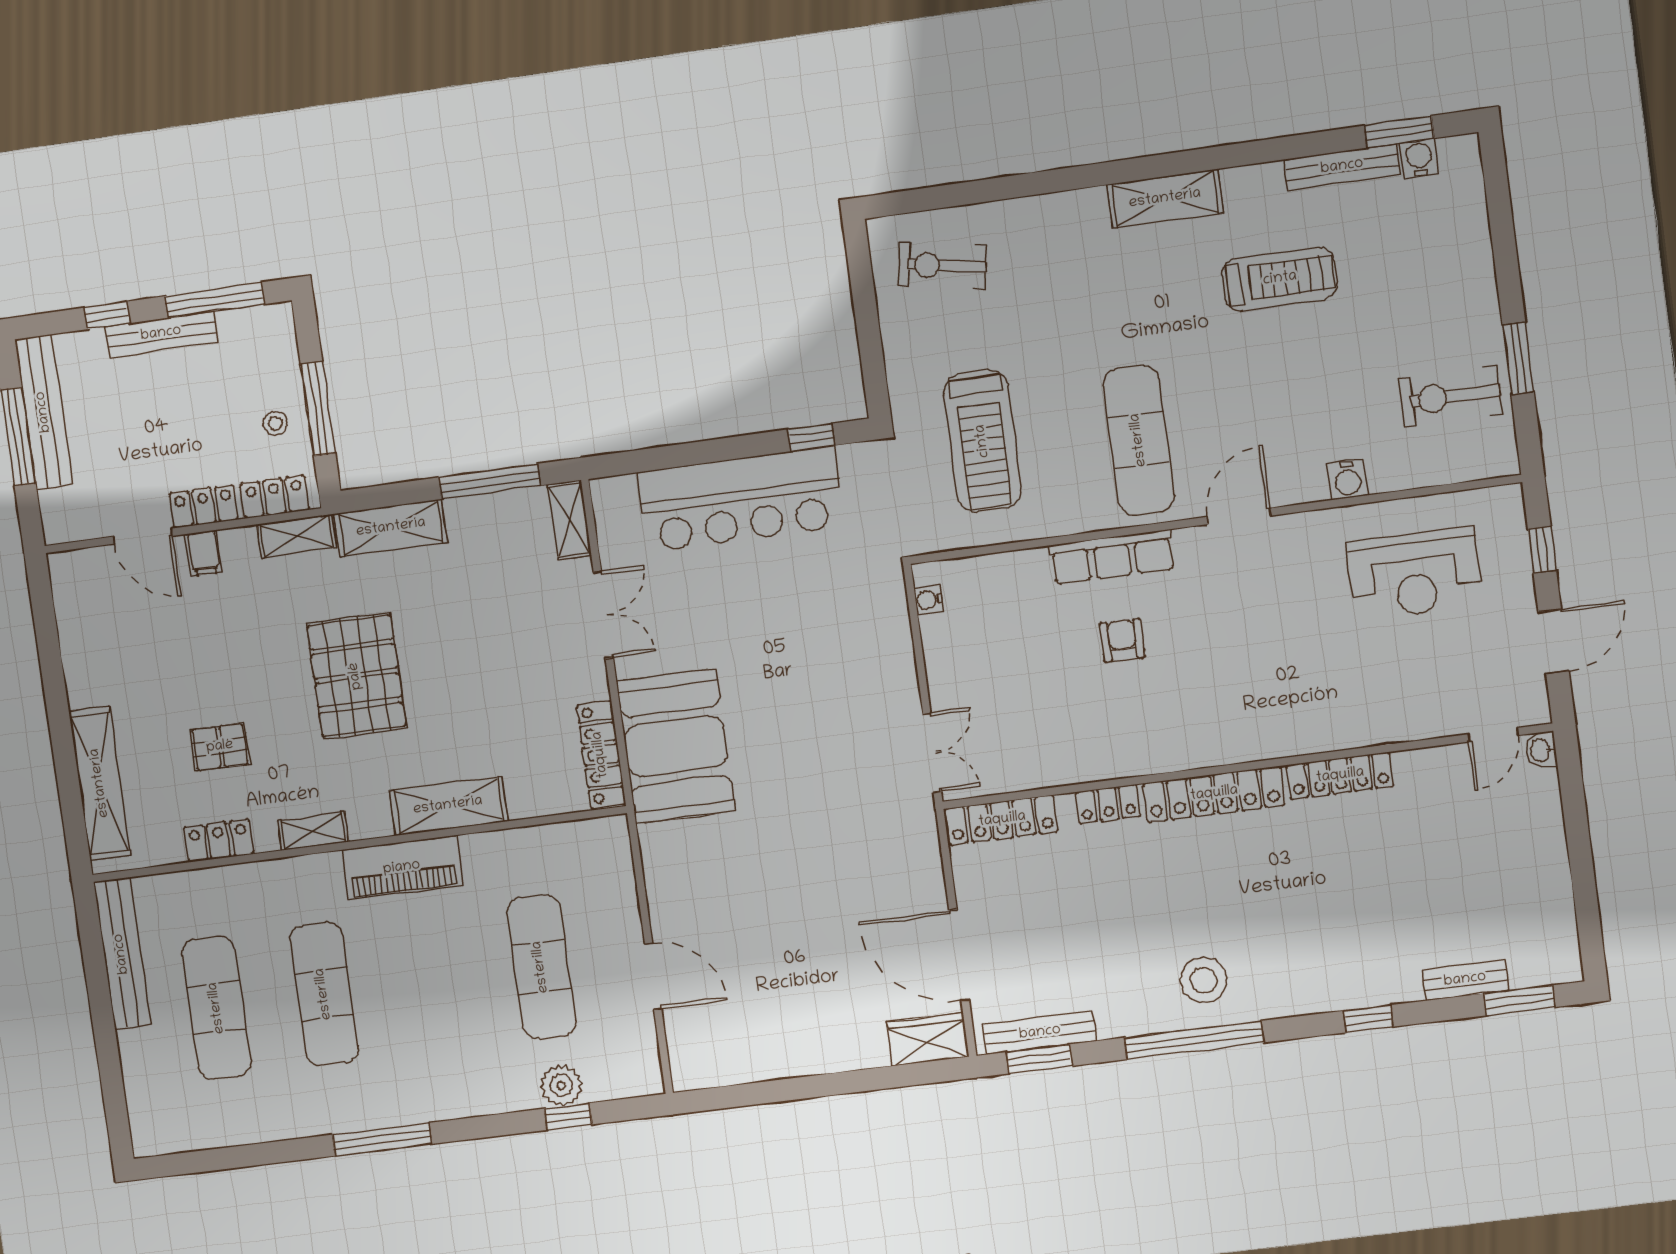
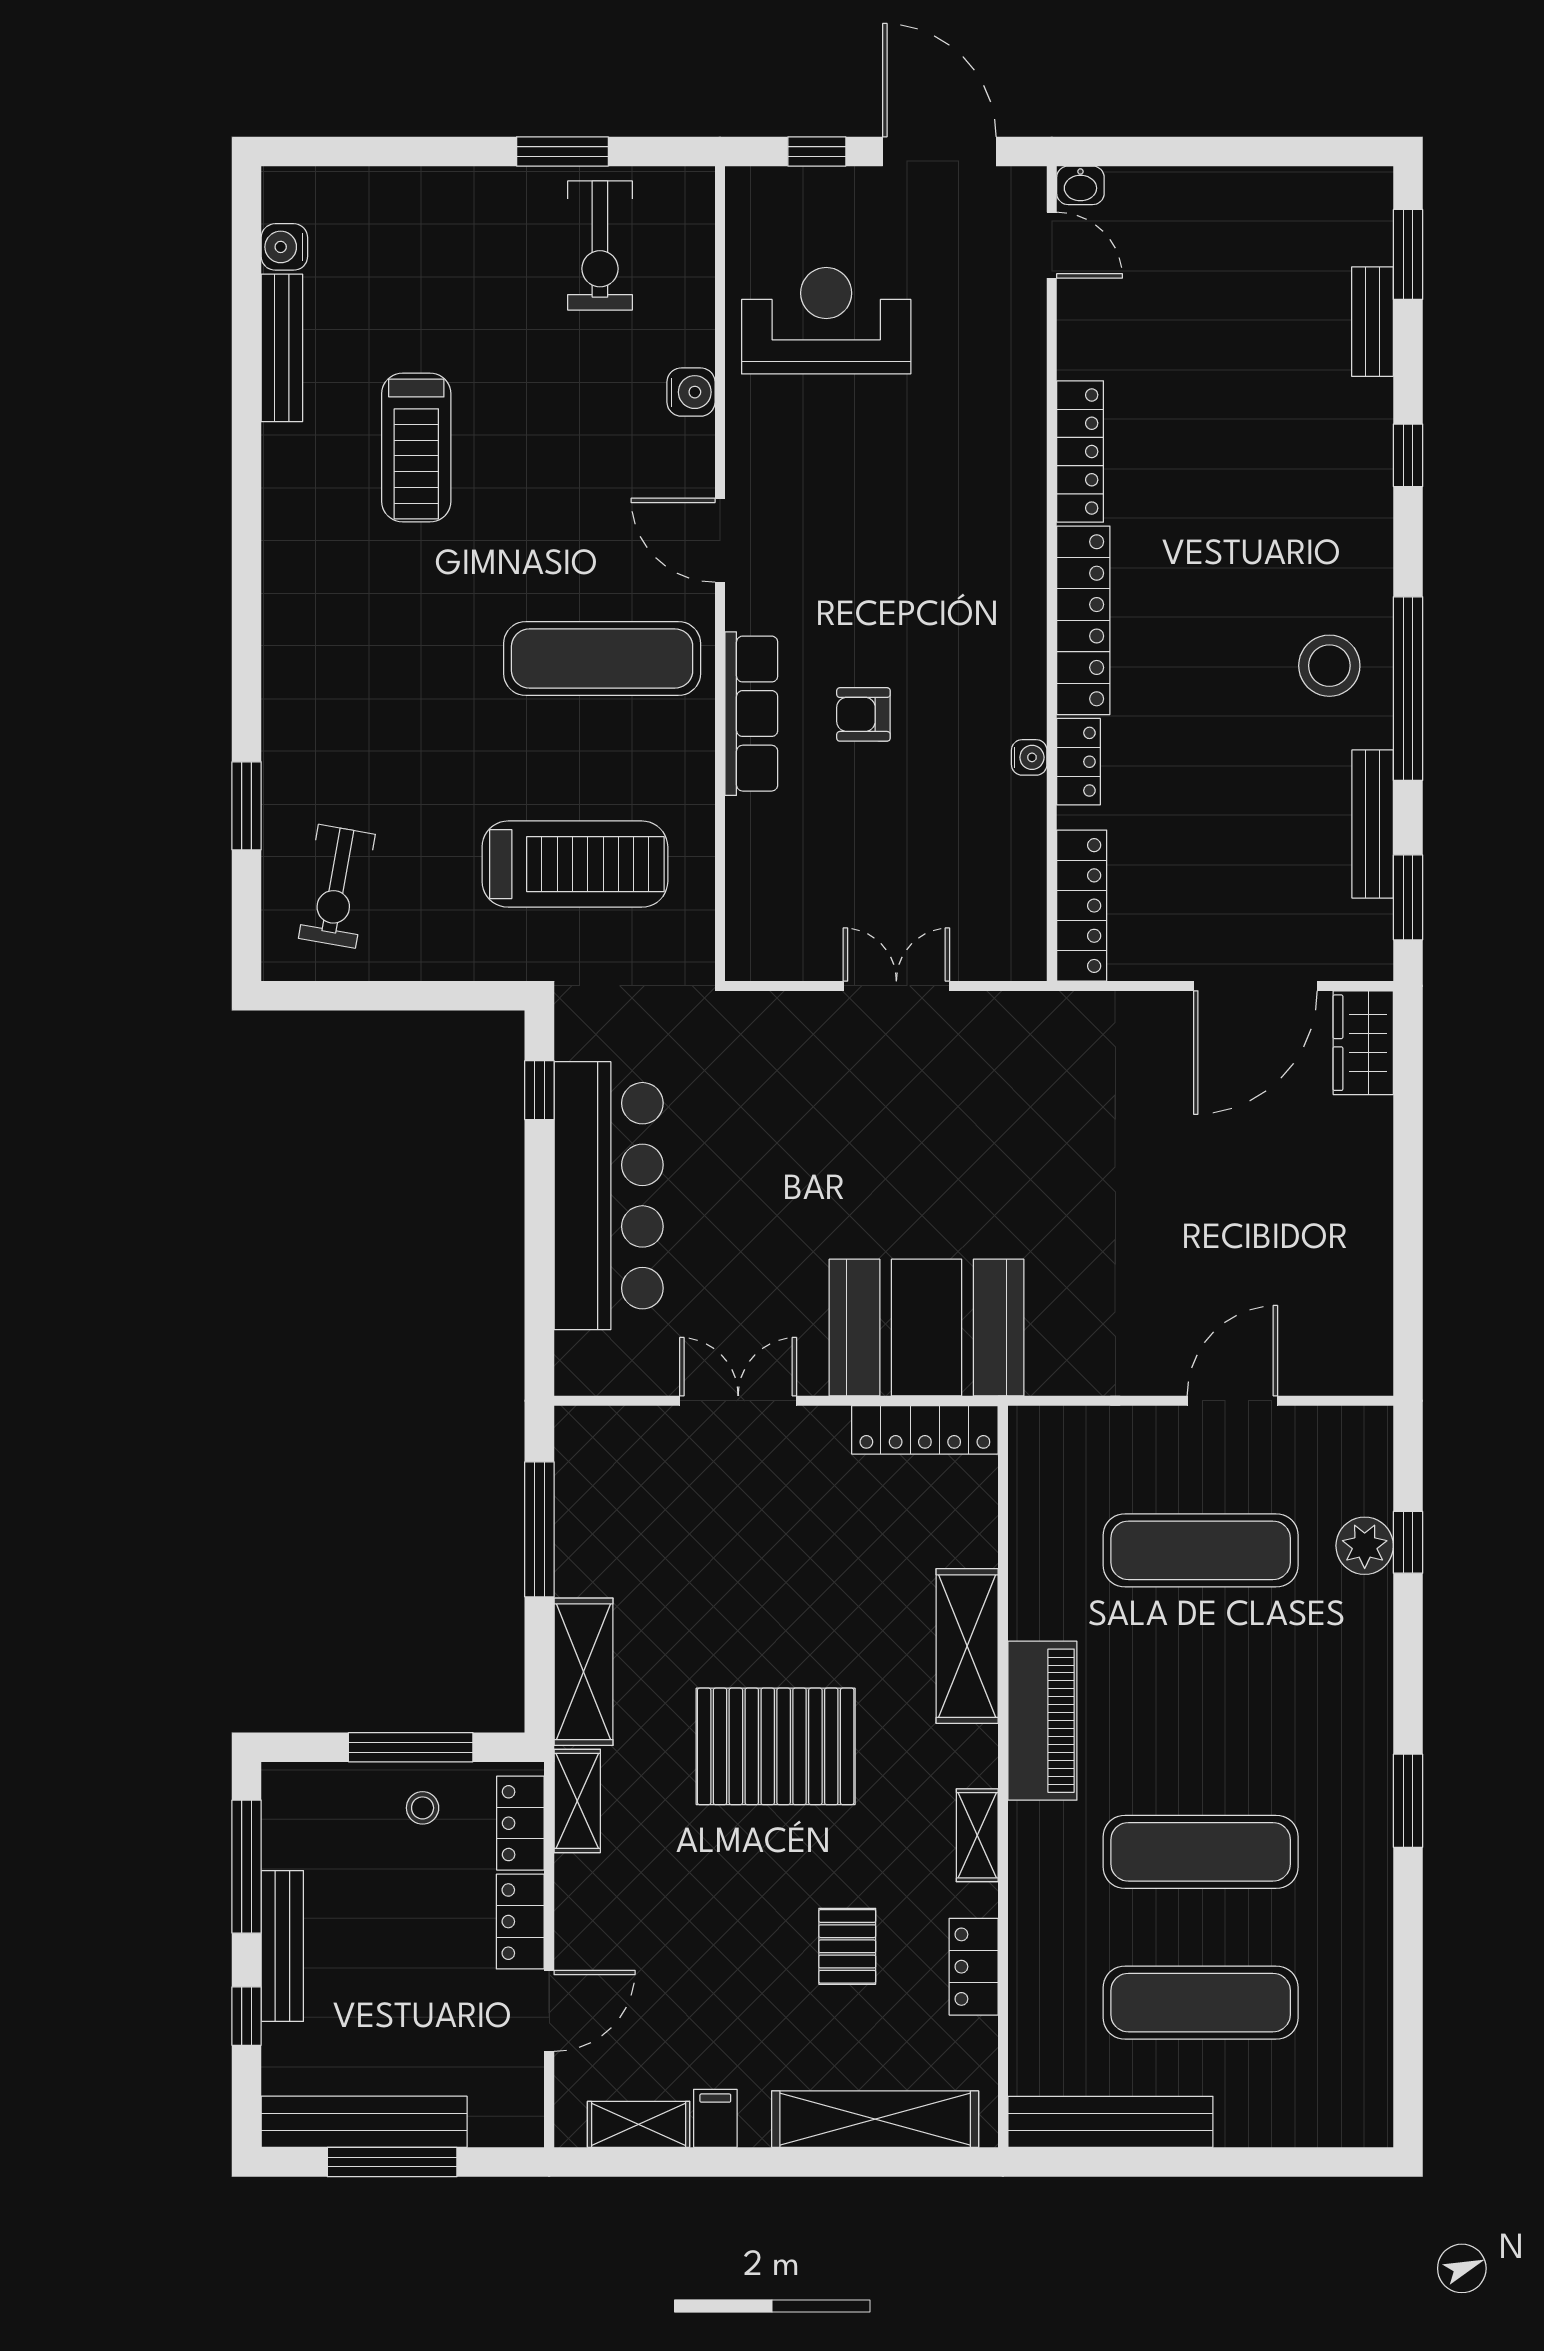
window: (1399, 132) -> (247, 806), moved
shelving: (1165, 199) -> (291, 583), removed
treadmill: (1280, 279) -> (416, 447), turned 180
shelving: (570, 520) -> (639, 2124), moved
filing cabinet: (204, 553) -> (715, 2118), moved, turned -90
reception desk: (1415, 574) -> (826, 321), turned -90
water cooler: (929, 600) -> (1029, 757), moved, turned -90
door: (1554, 642) -> (939, 151), width x1.36
double door: (932, 753) -> (896, 986), moved
bench: (1040, 1033) -> (1373, 824), moved
window: (382, 1139) -> (1408, 1801), width x0.69

